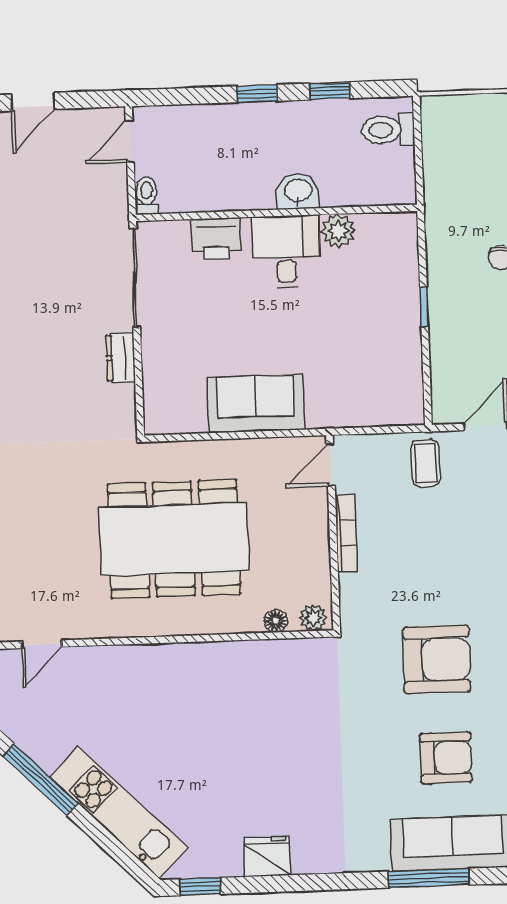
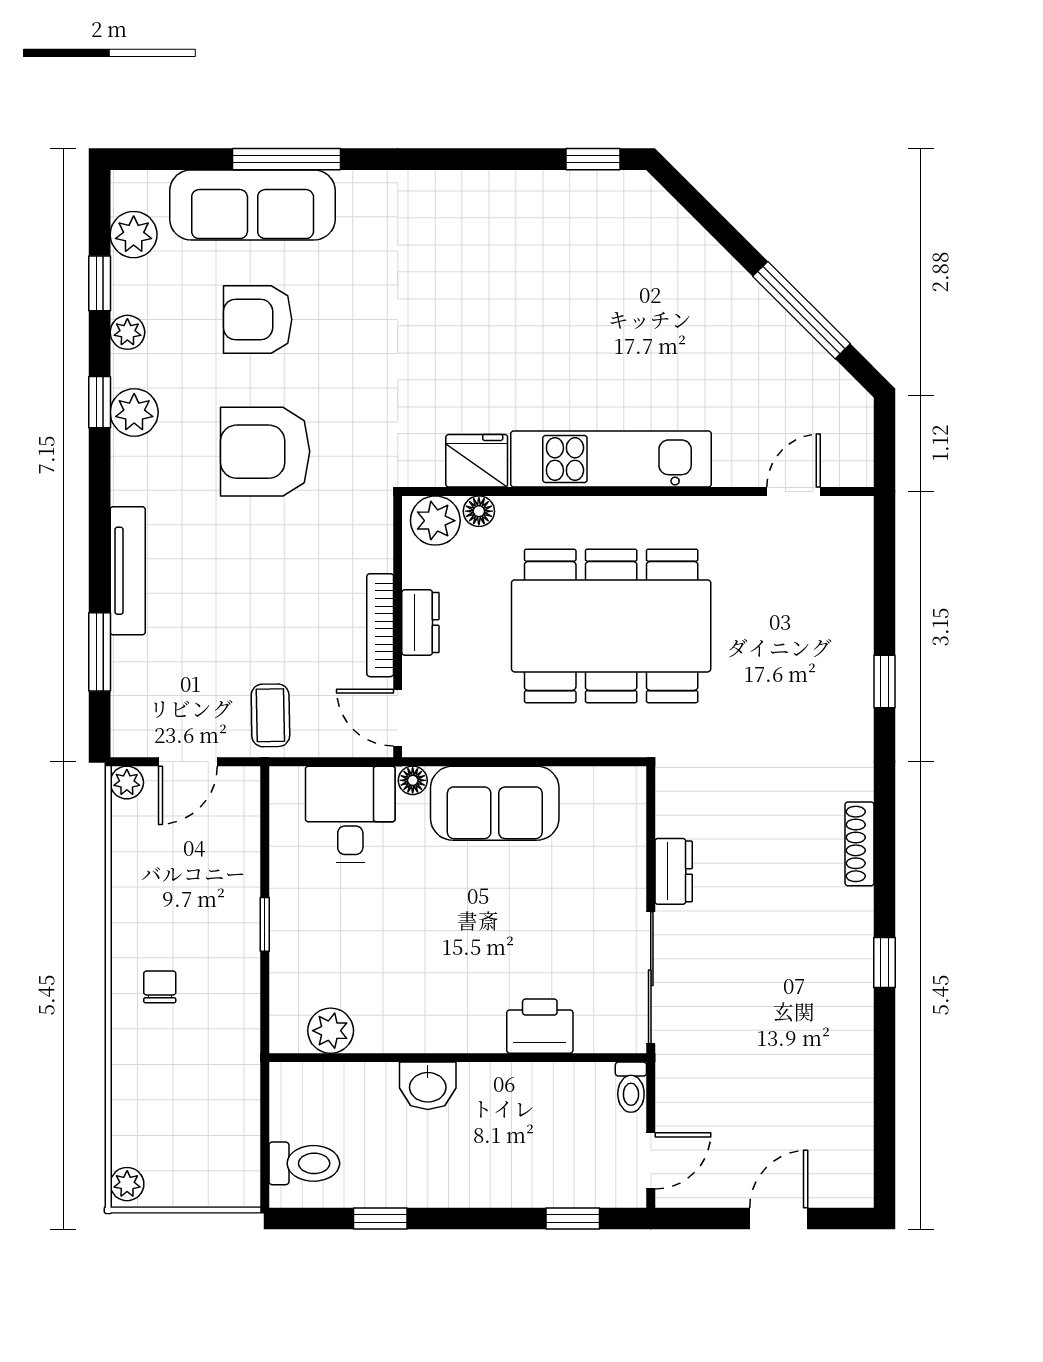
window: (257, 94) -> (573, 1219), moved
plant: (338, 231) -> (331, 1031), moved
desk: (286, 252) -> (350, 814), moved, turned 180
floor lamp: (318, 418) -> (413, 780), added
door: (331, 465) -> (398, 718), swing flipped
dresser: (316, 536) -> (420, 623), added
plant: (313, 618) -> (435, 521), width x1.38, depth x1.38
kitchen unit: (119, 812) -> (611, 459), moved, turned 135
fridge: (267, 856) -> (477, 461), moved, turned 180

